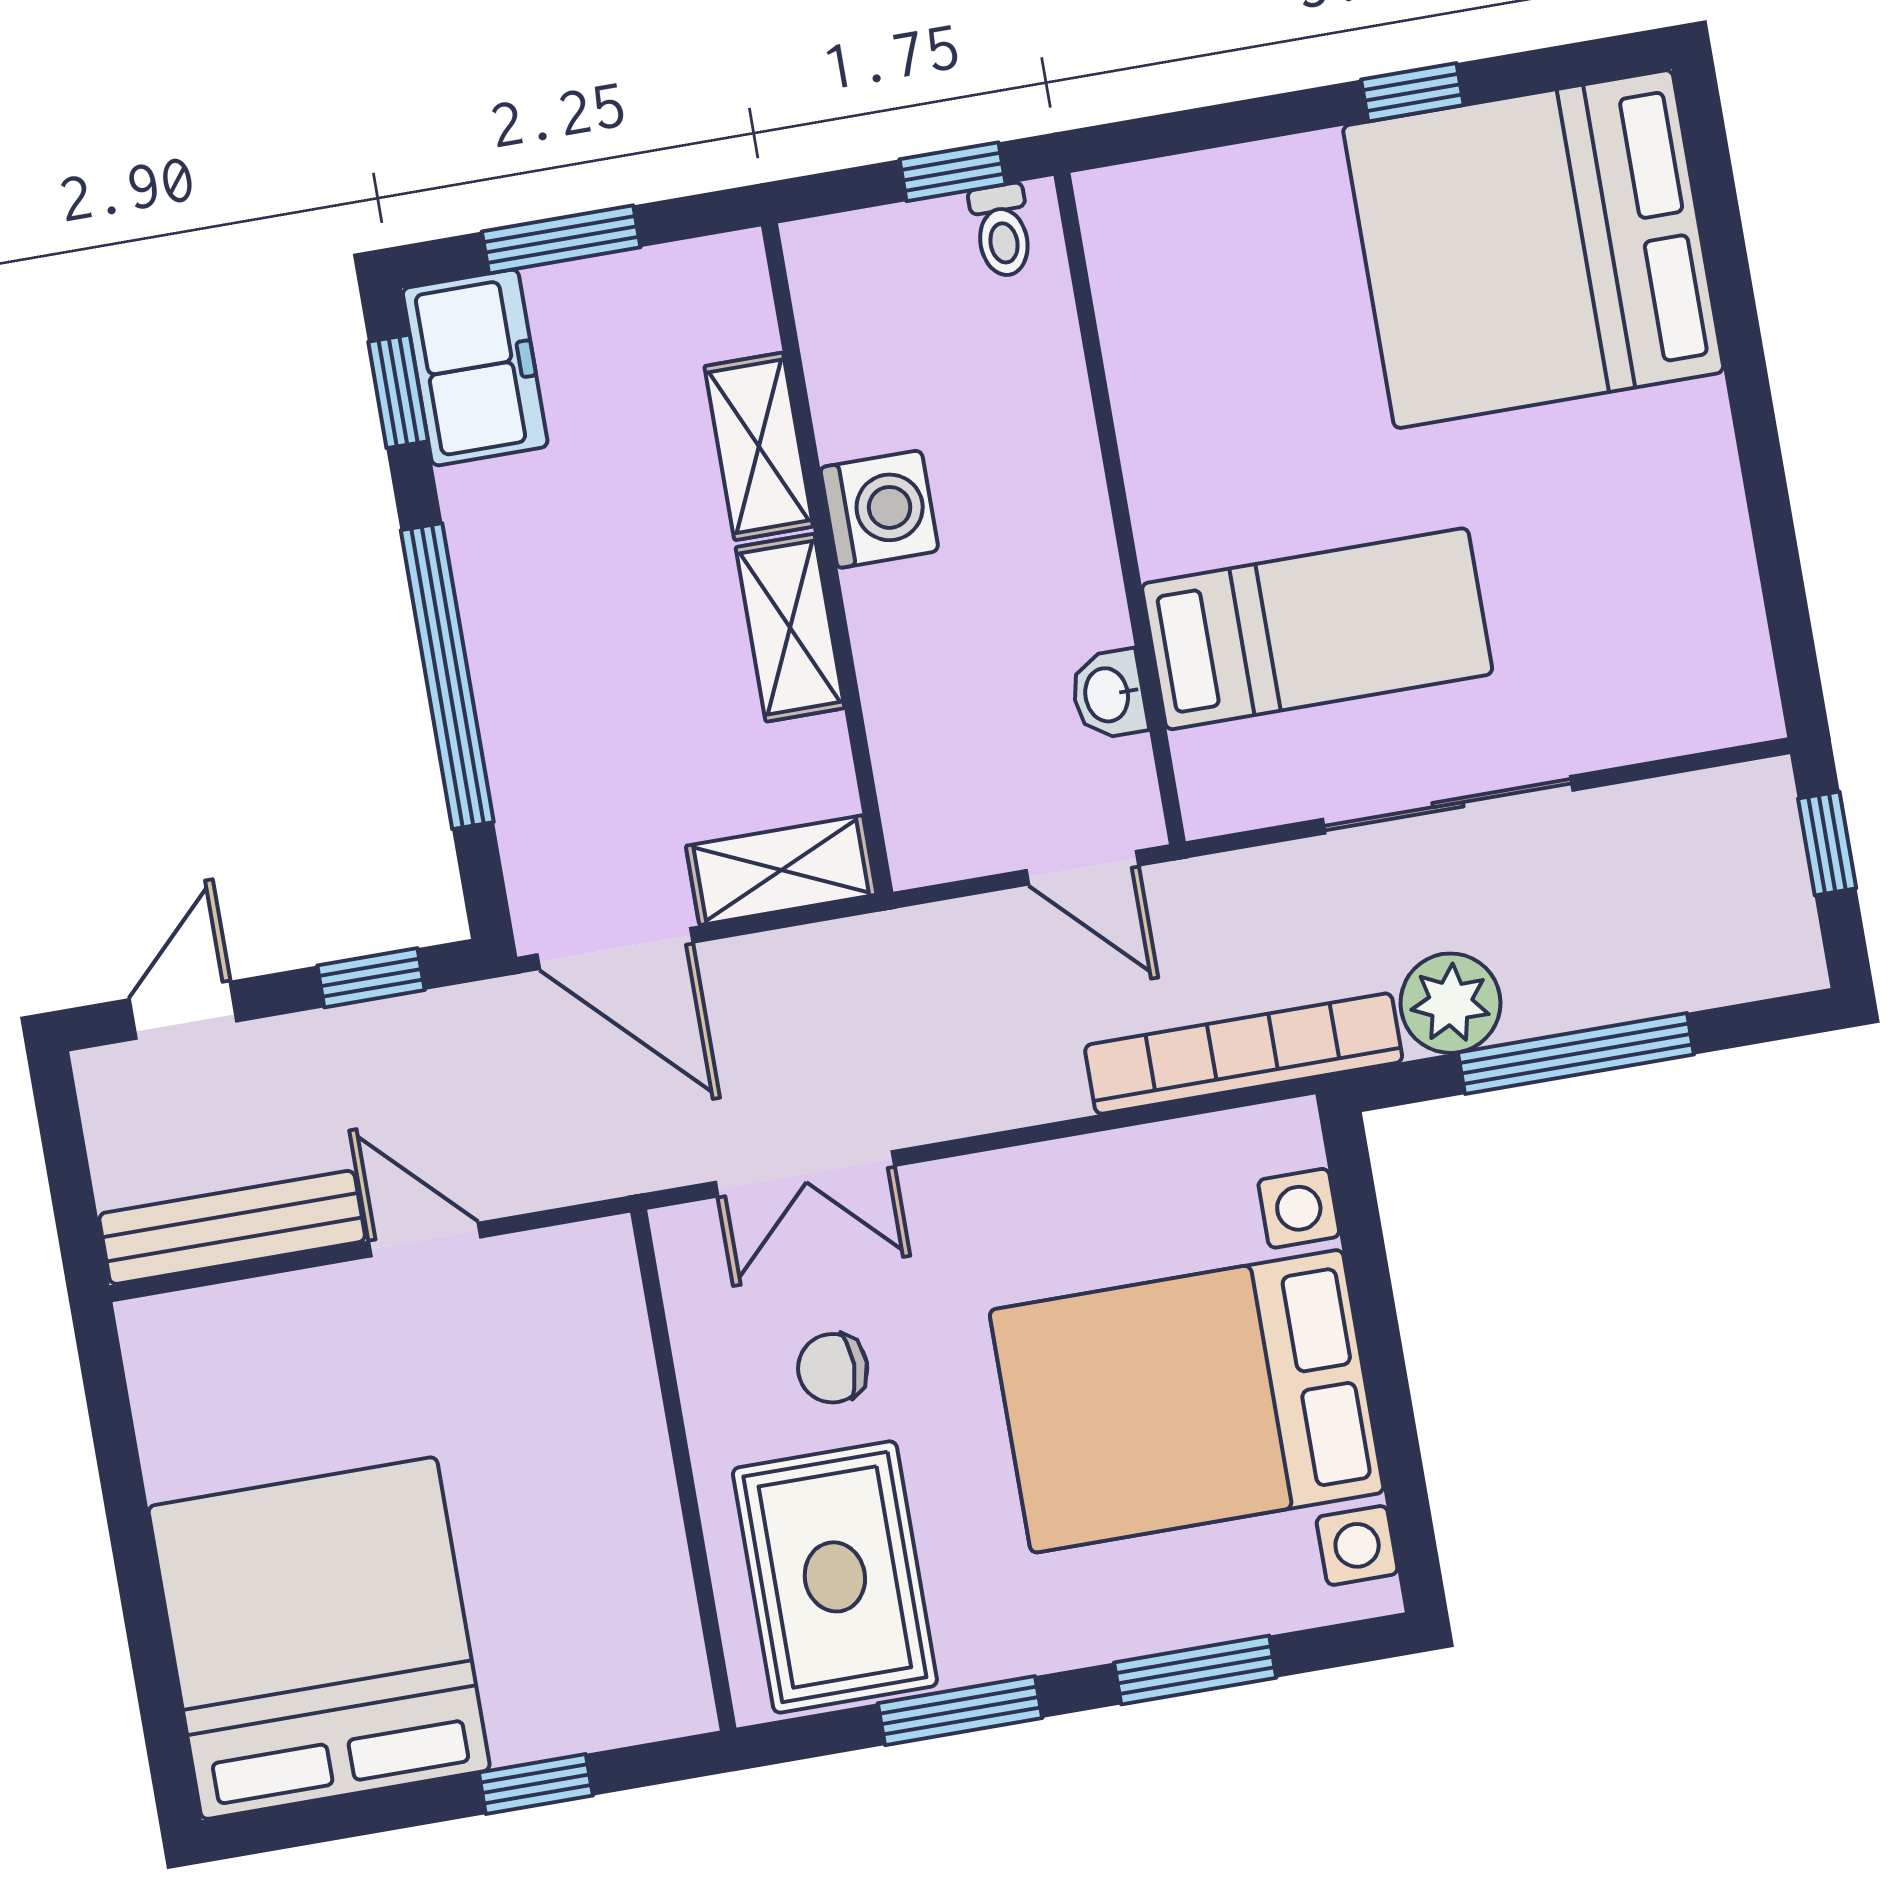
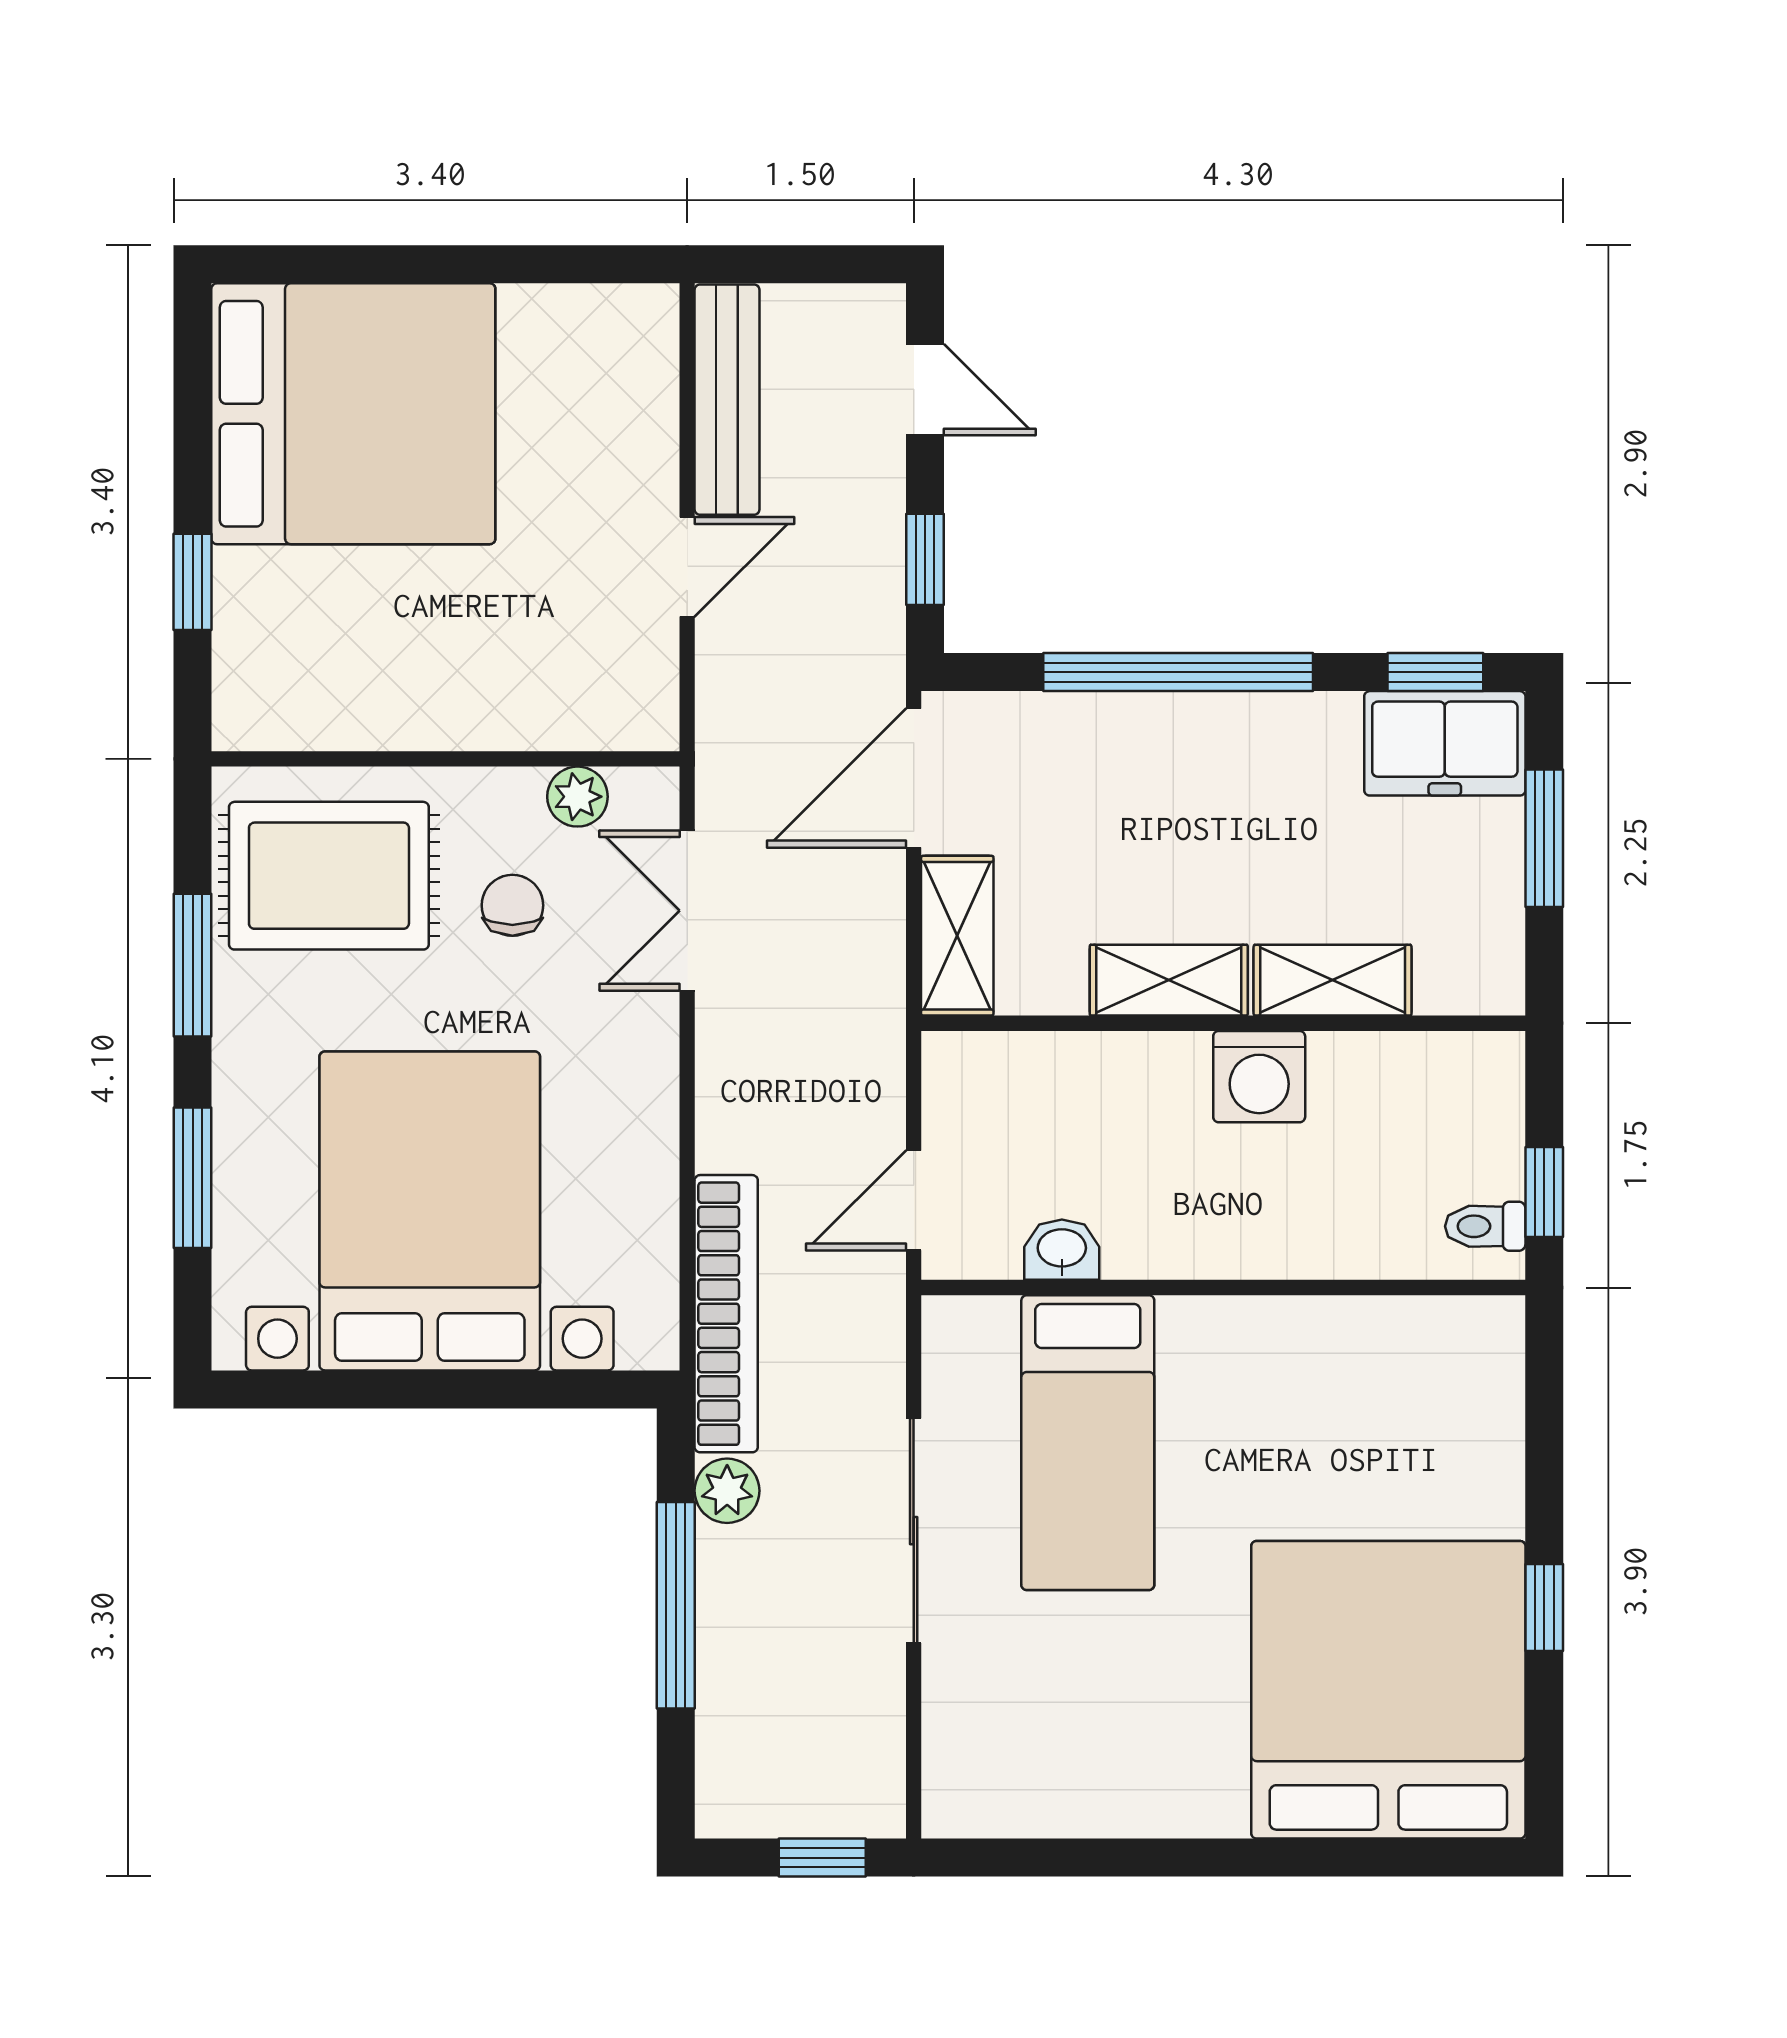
plant: (1450, 1003) -> (727, 1491), width x0.73, depth x0.73
plant: (700, 1317) -> (577, 797), added

